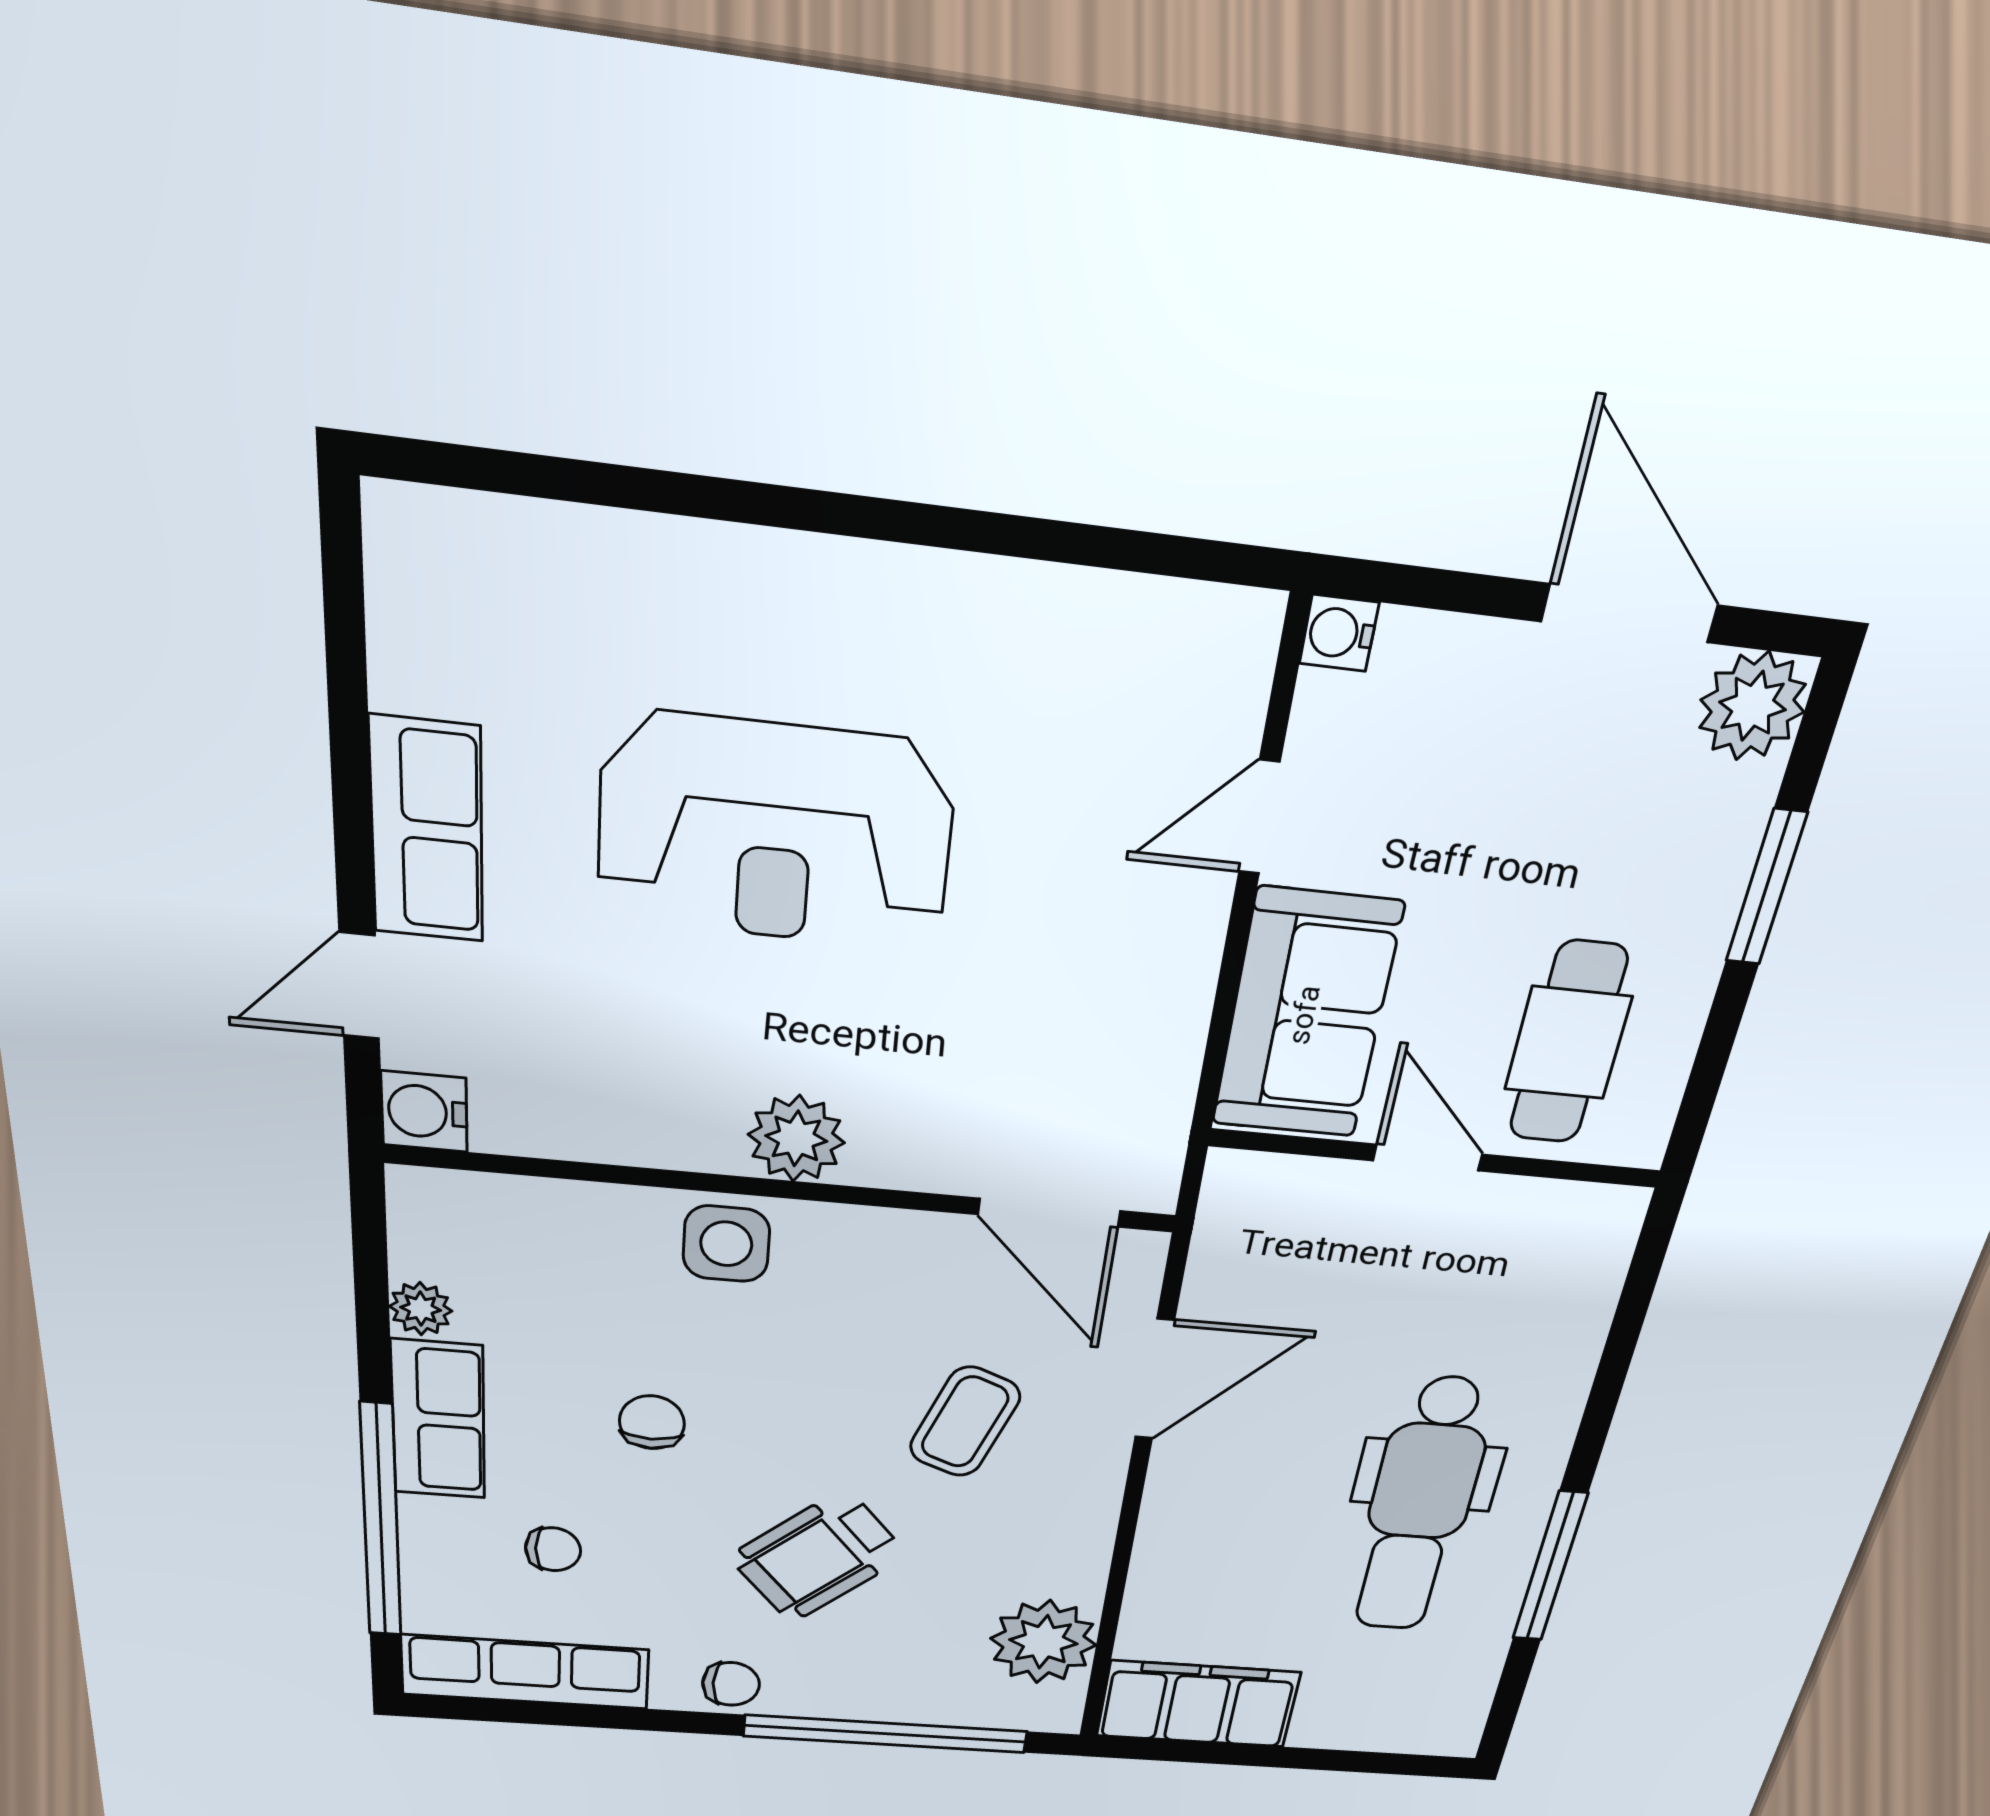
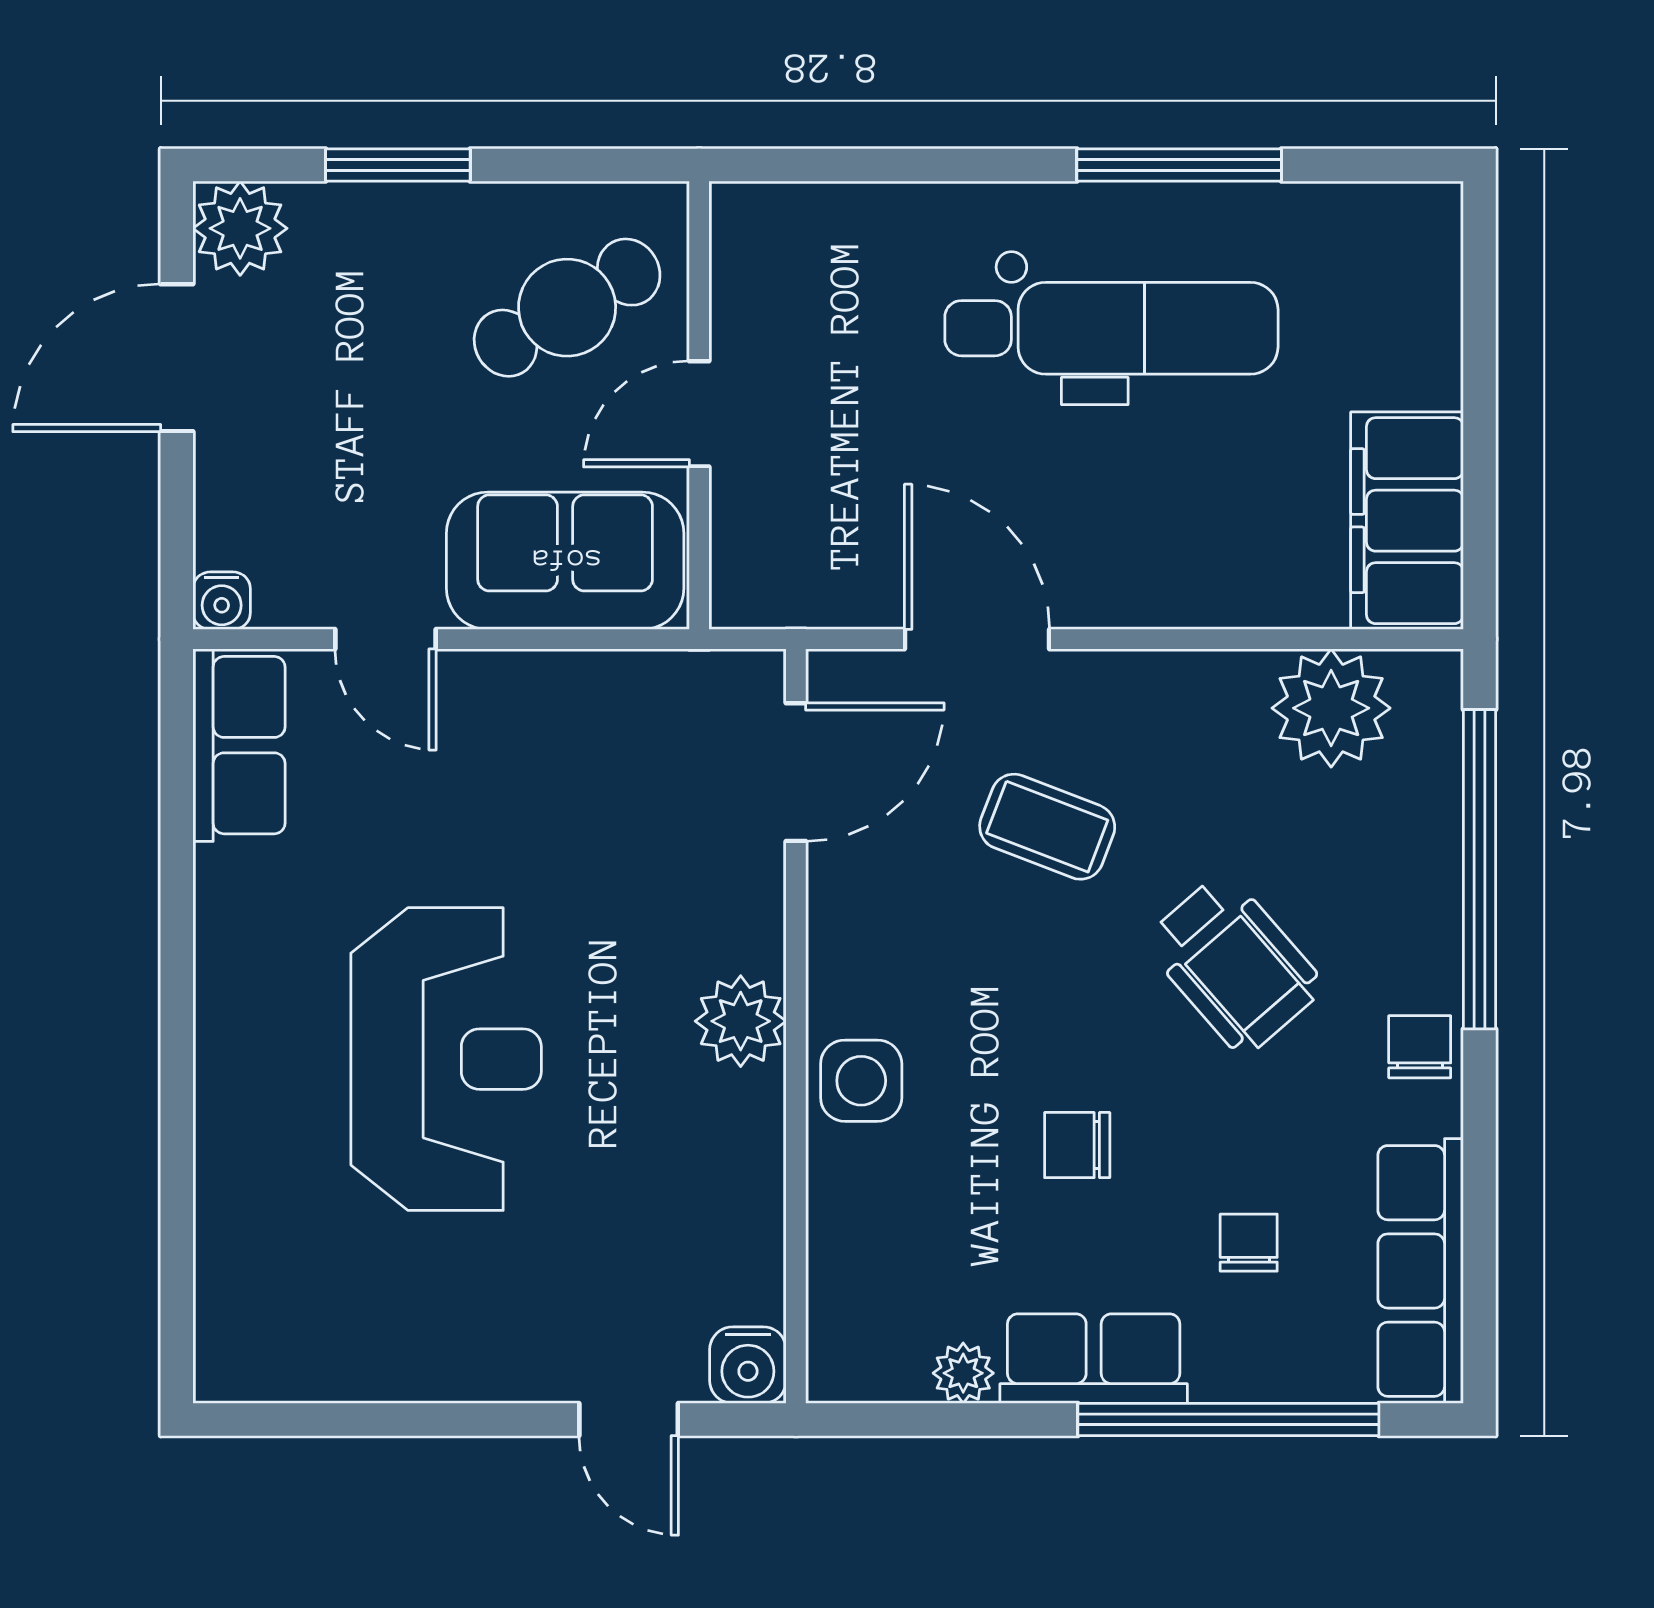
row of seats: (427, 830) -> (239, 745), moved, turned 90
cafe table: (1568, 1043) -> (567, 308), turned -30

